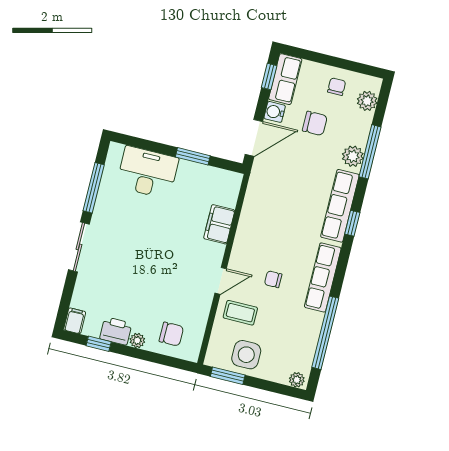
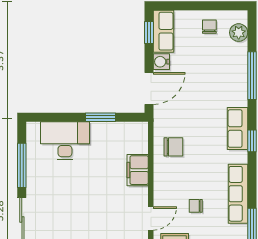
chair: (315, 123) -> (173, 147), moved
plant: (353, 156) -> (238, 83), removed
row of seats: (340, 206) -> (237, 129), width x0.68

